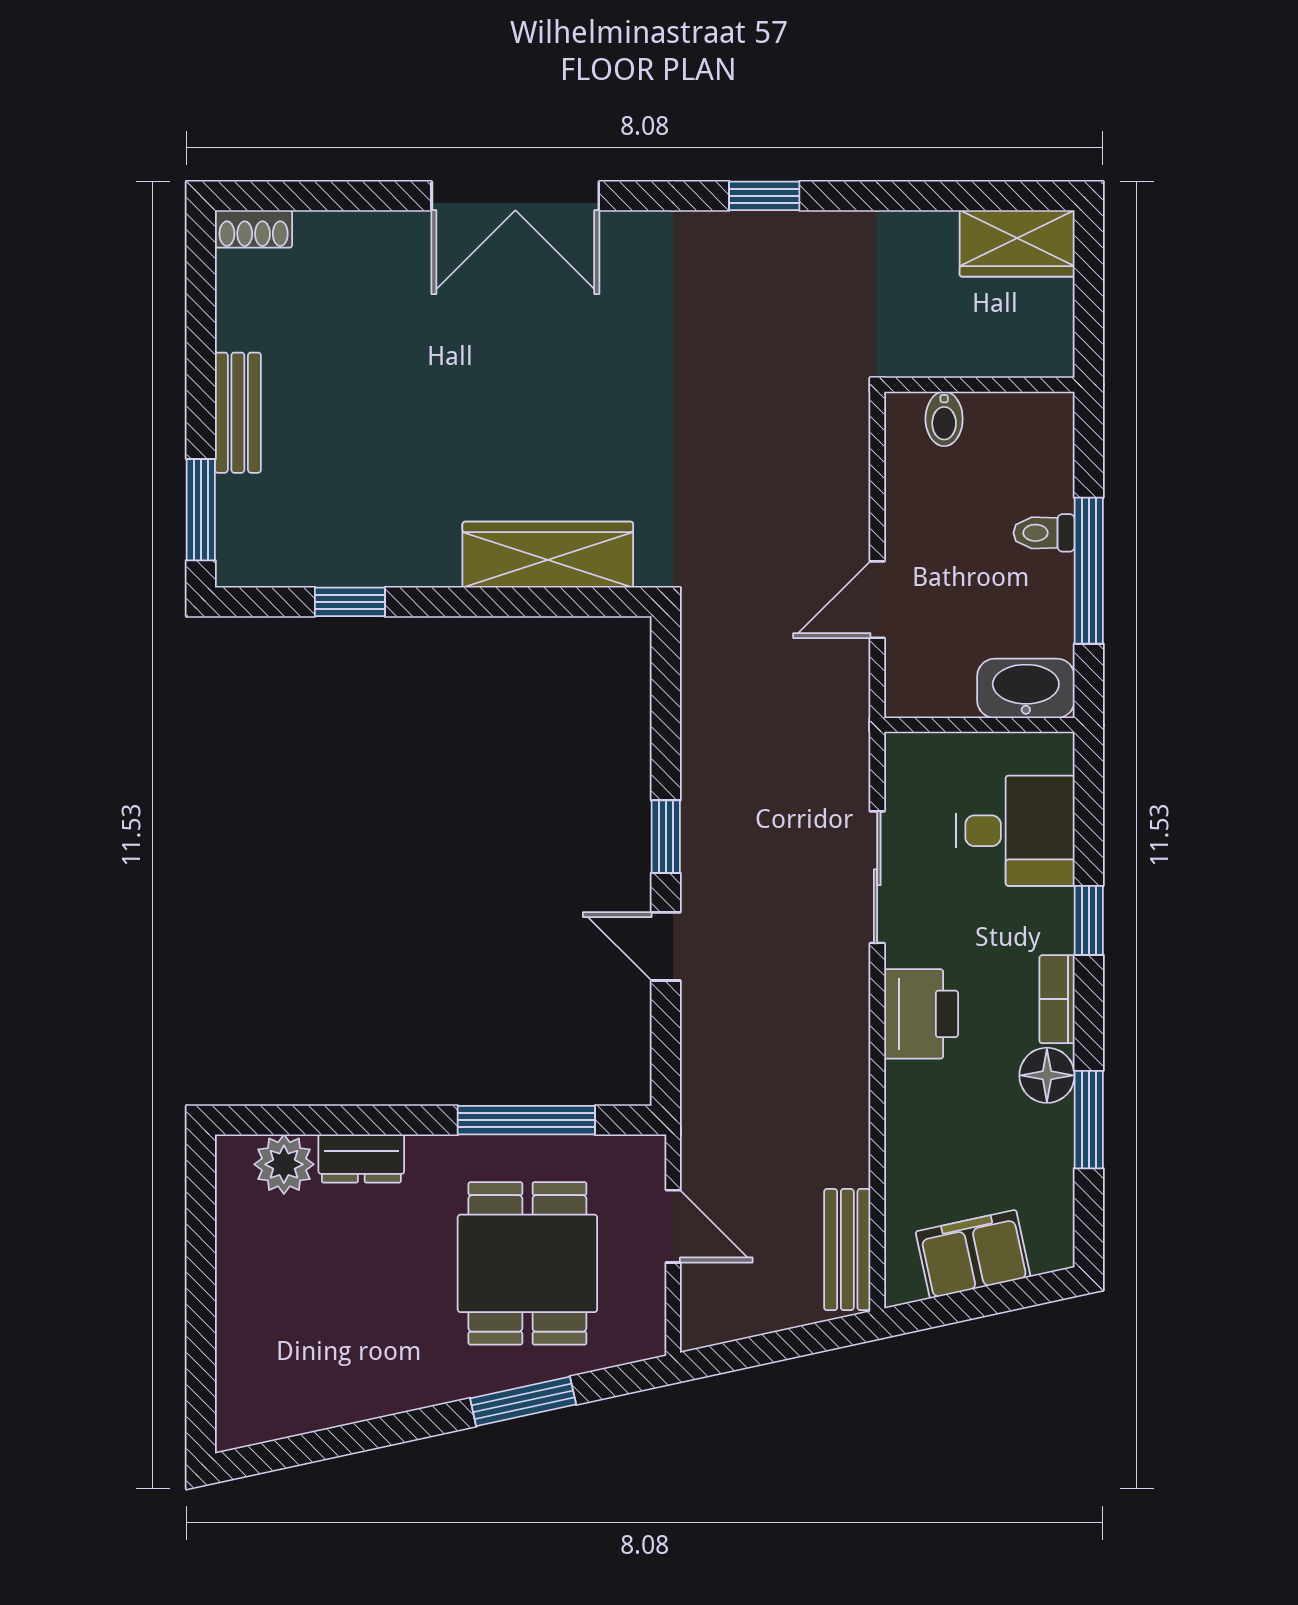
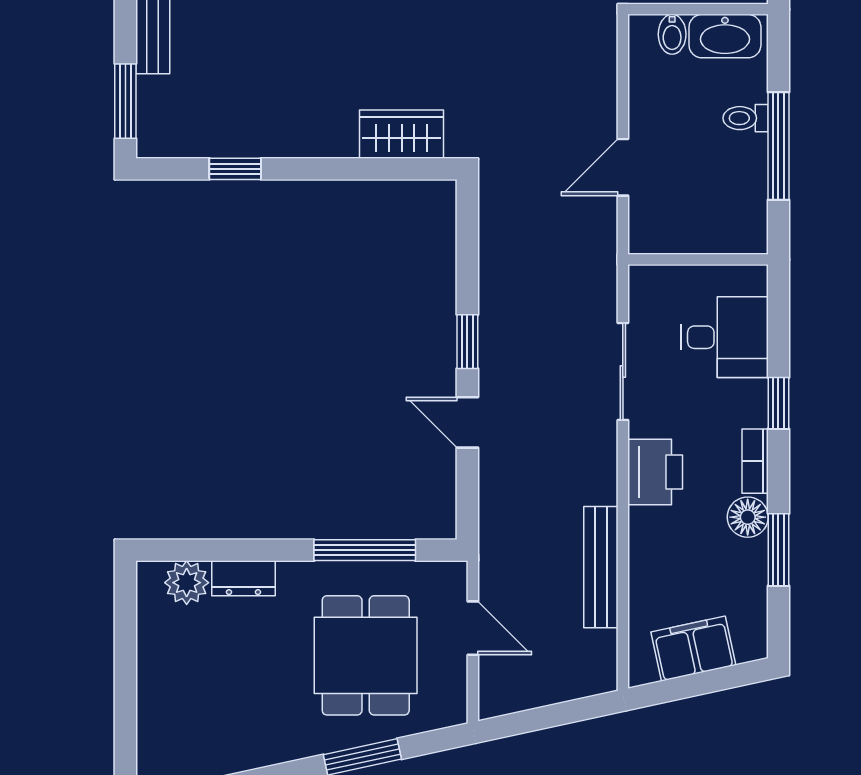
wardrobe: (548, 555) -> (402, 134), width x0.67
washbasin: (1026, 688) -> (725, 36), moved, turned 180
bench: (847, 1250) -> (601, 567), moved, width x1.36

